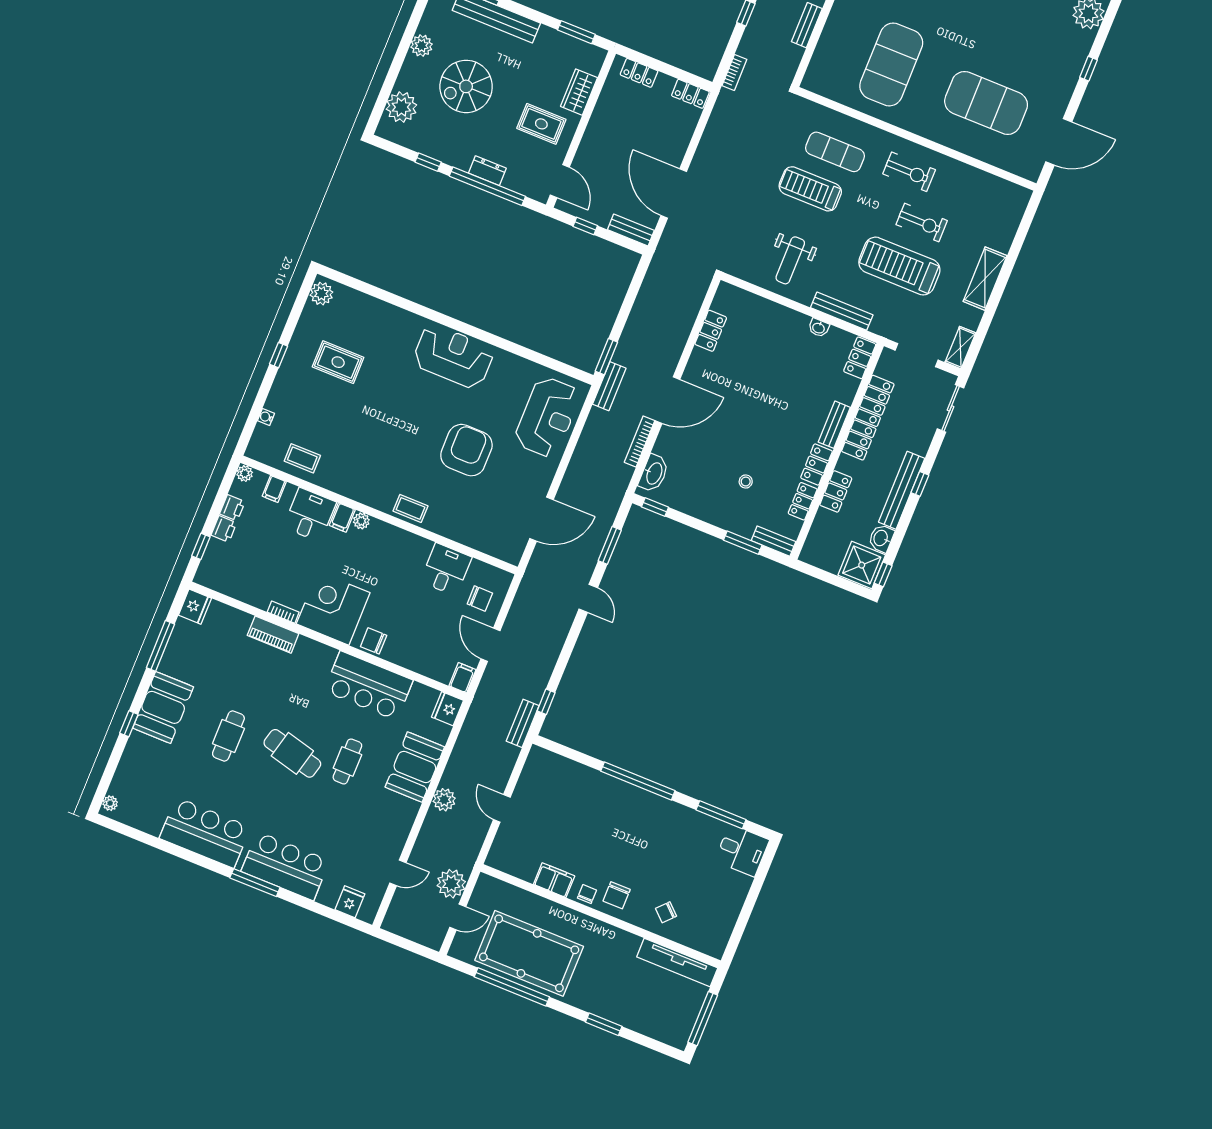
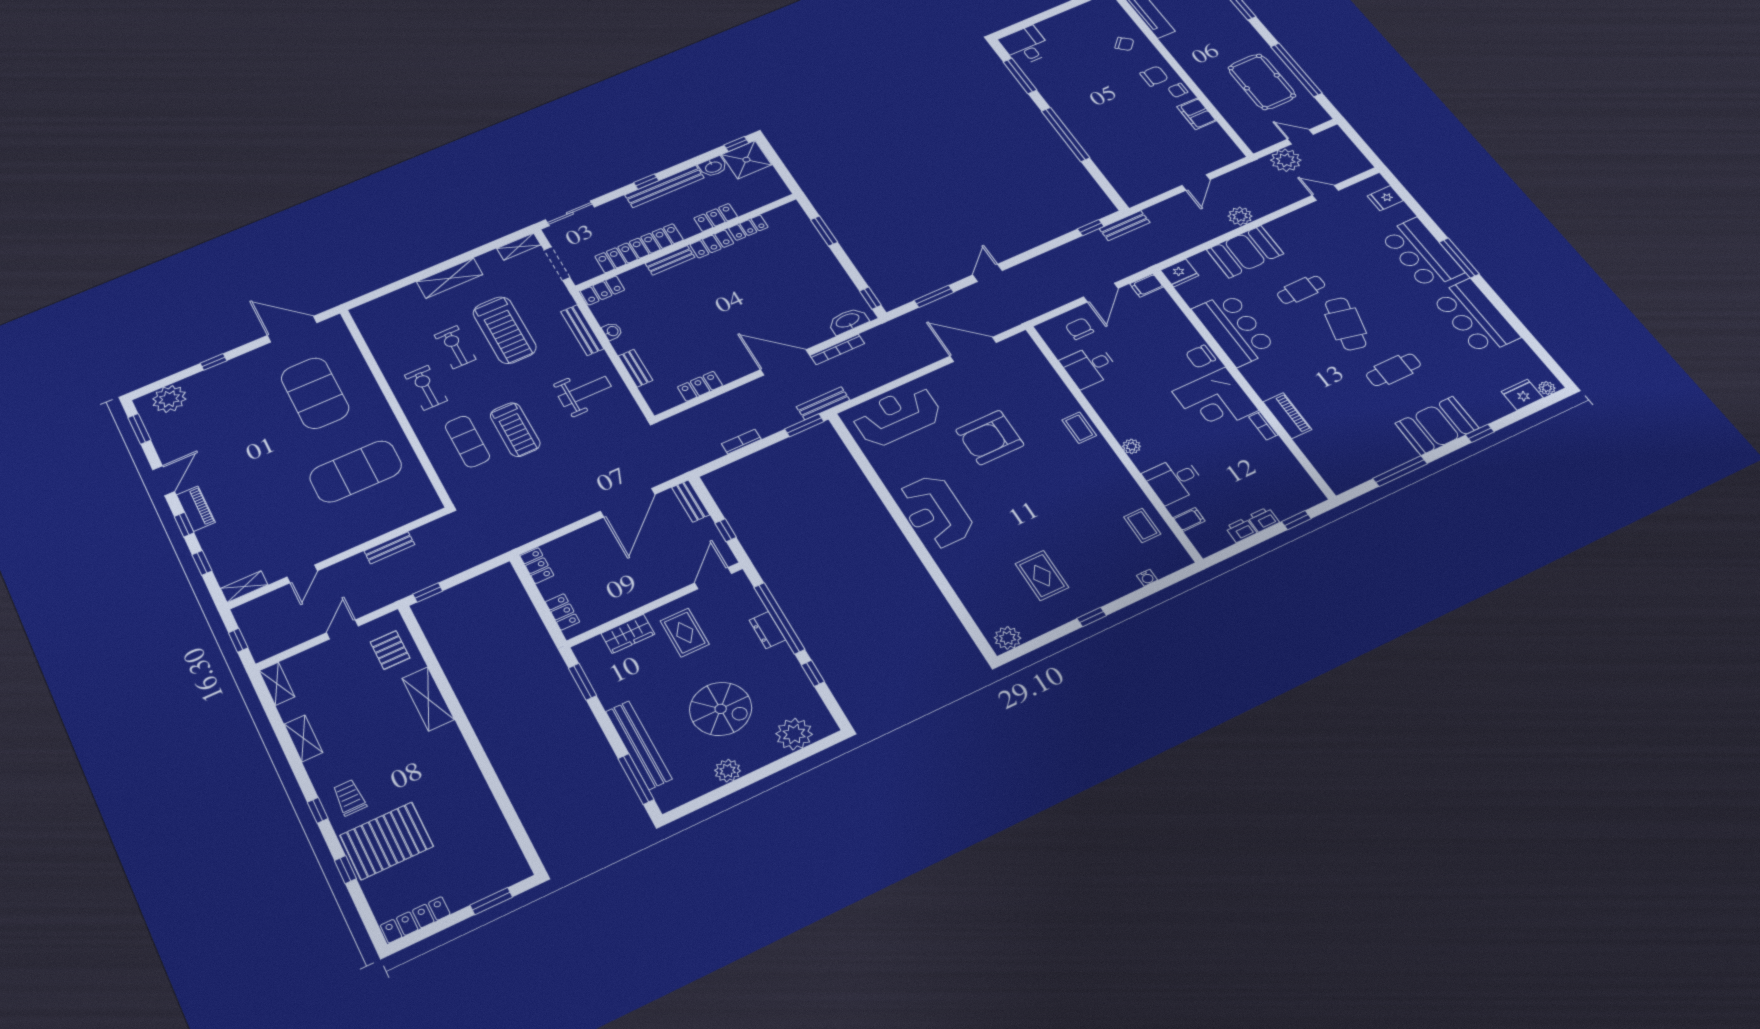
bookcase: (734, 73) -> (741, 442), moved
plant: (245, 473) -> (1206, 548), removed
stool: (746, 482) -> (779, 268), removed
filing cabinet: (342, 518) -> (1146, 460), removed
bench: (773, 541) -> (635, 368), moved
fridge: (195, 607) -> (1522, 395), moved
chair: (374, 641) -> (1201, 357), turned 90
pool table: (529, 953) -> (1262, 82), width x0.73, depth x0.76

